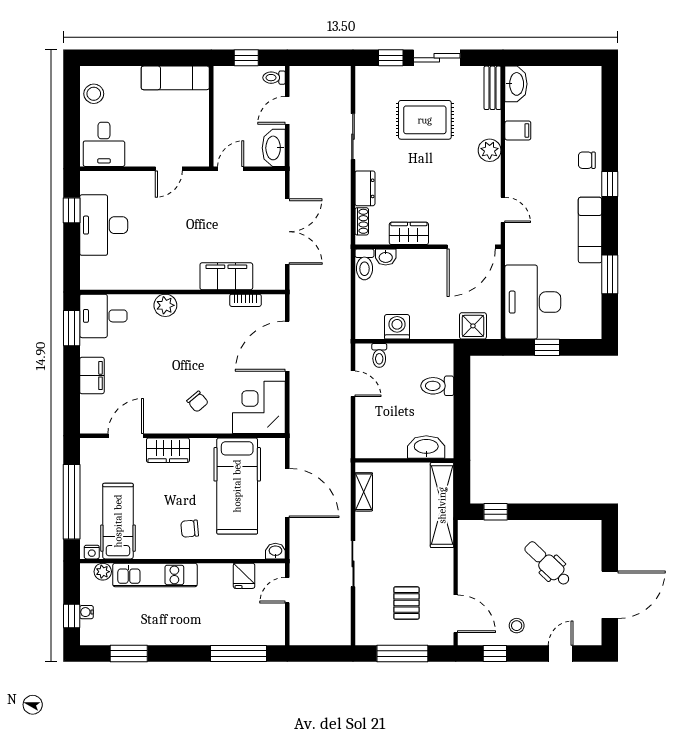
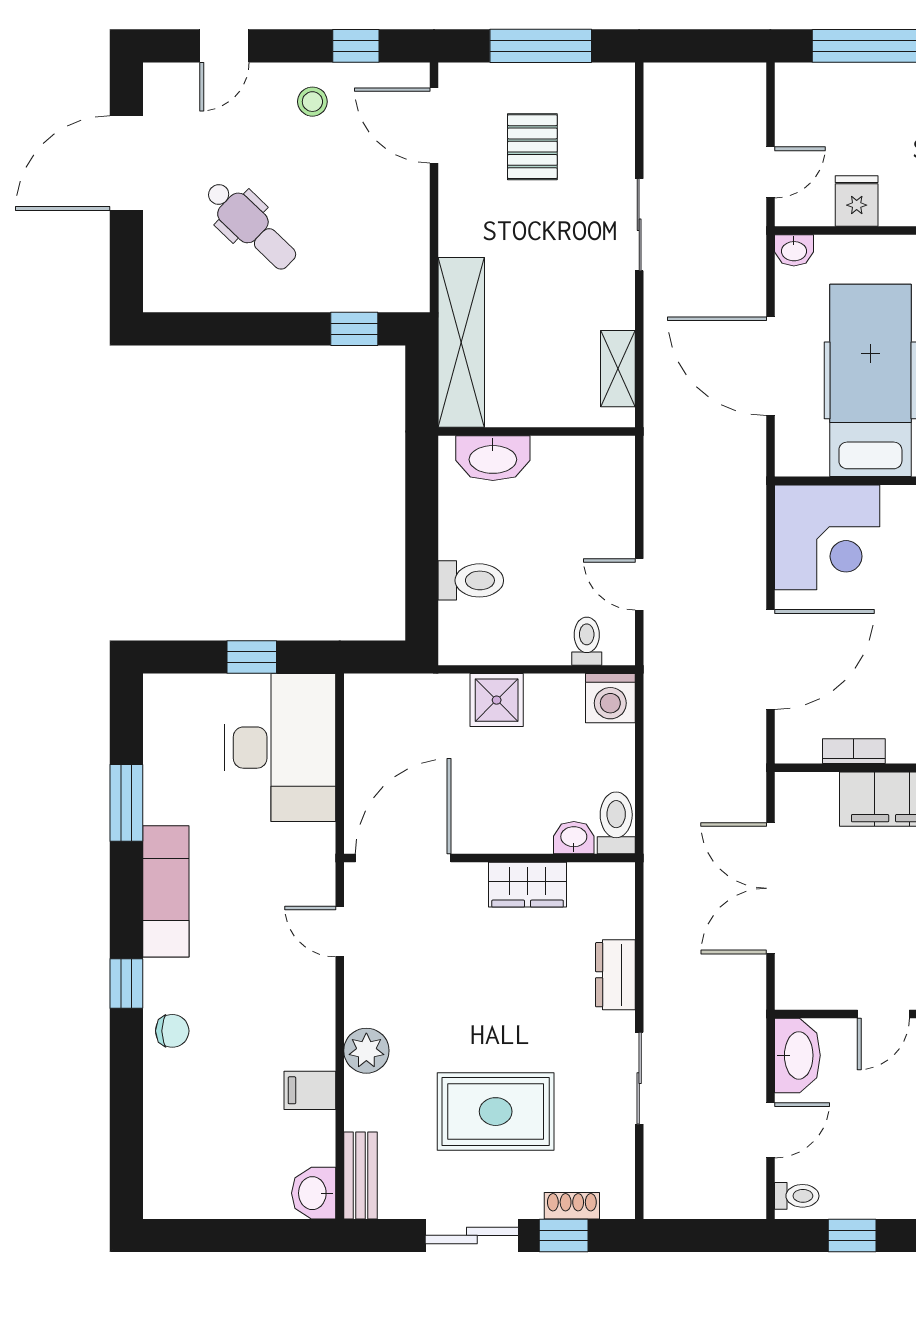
washbasin: (516, 84) -> (314, 1193), width x0.72
shoe rack: (362, 221) -> (572, 1206), moved, turned 90
shower: (473, 326) -> (497, 700), moved
washing machine: (397, 327) -> (610, 698), moved

